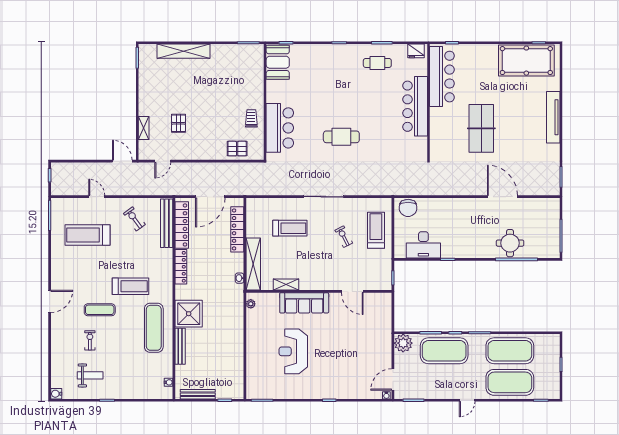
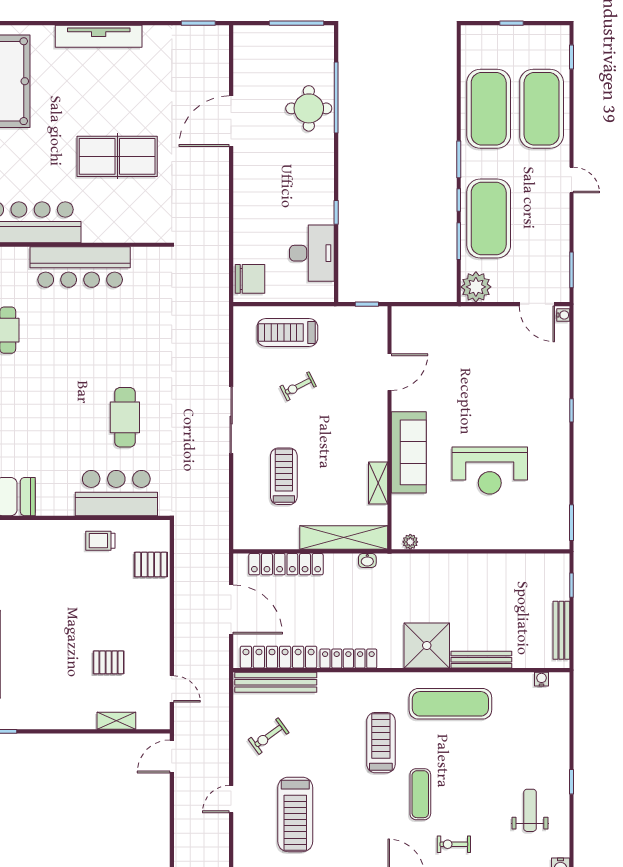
cafe table: (341, 137) -> (125, 417), moved
pallet: (237, 149) -> (151, 565), turned 90
exercise bike: (90, 340) -> (454, 844), moved

